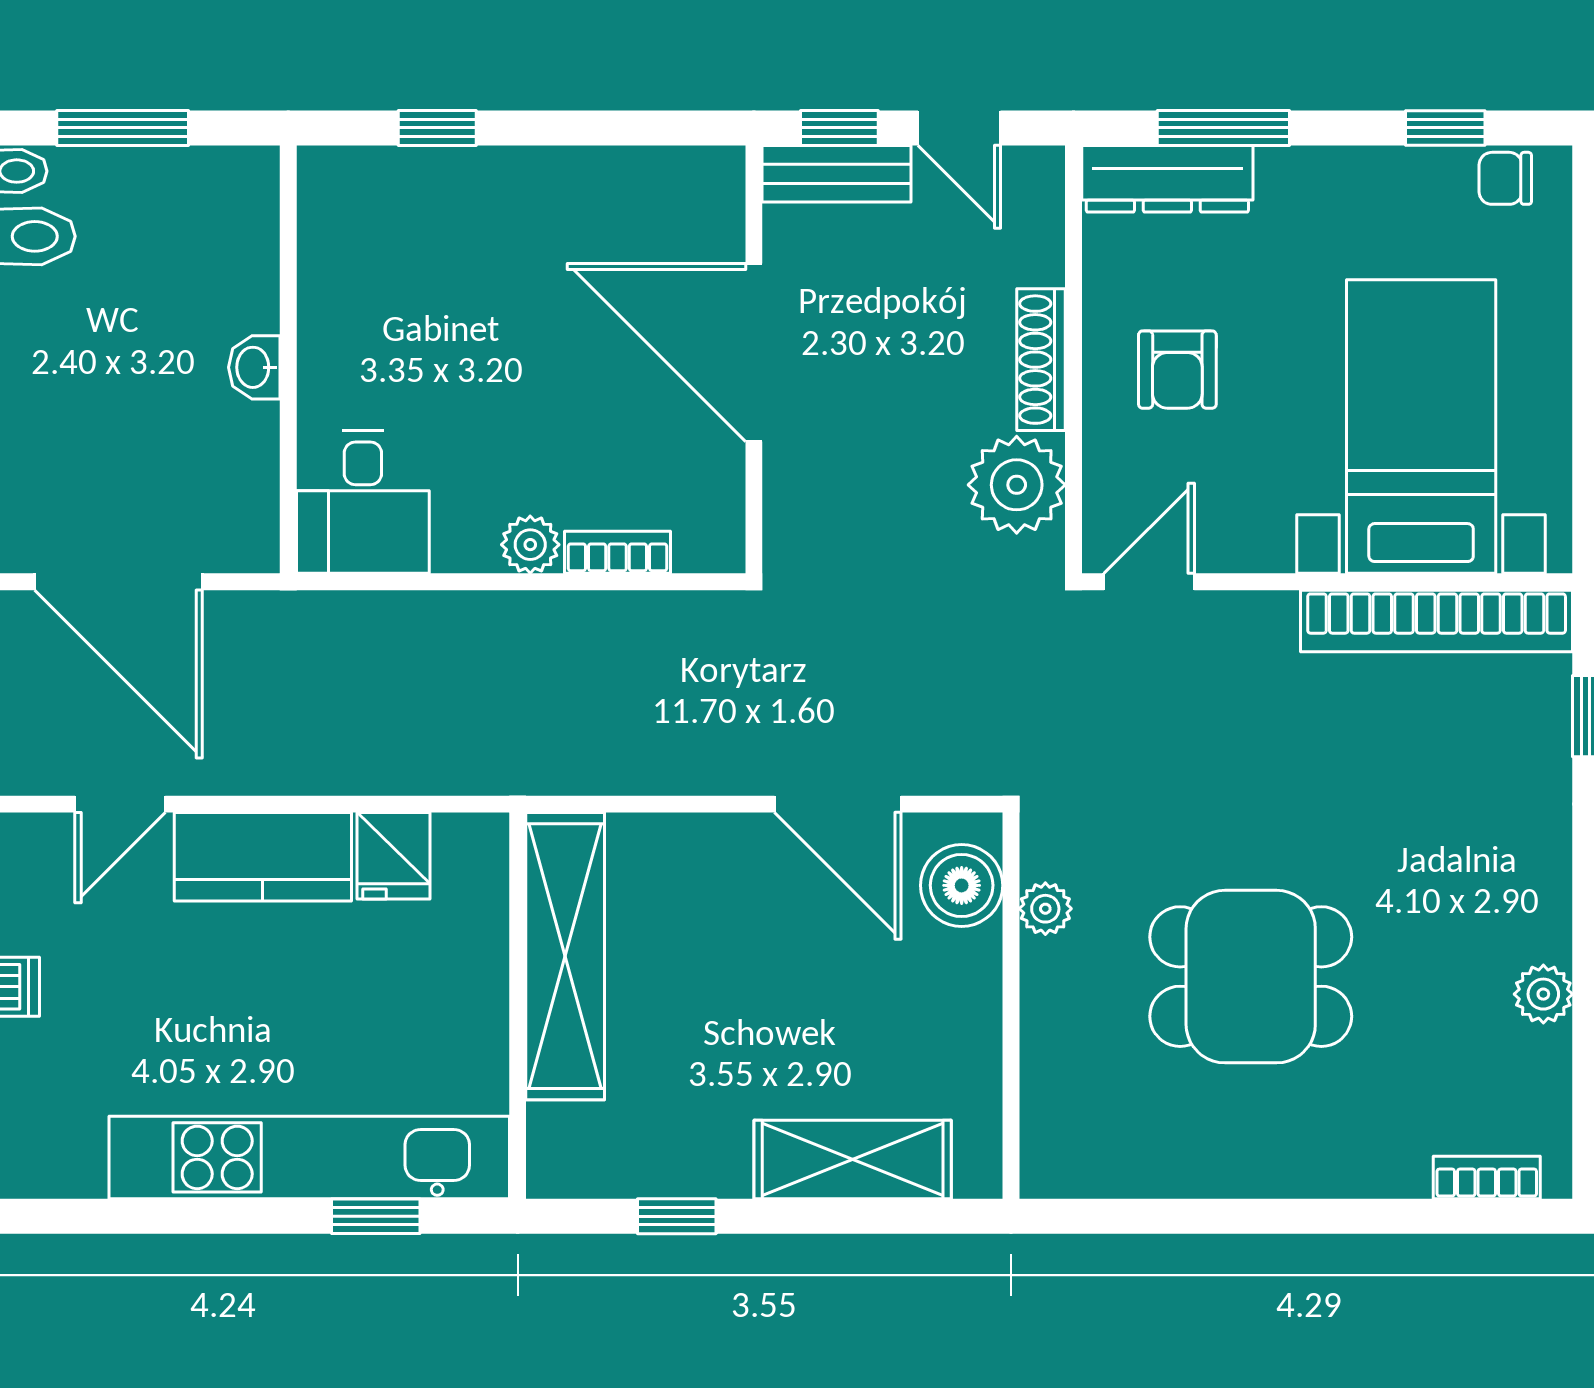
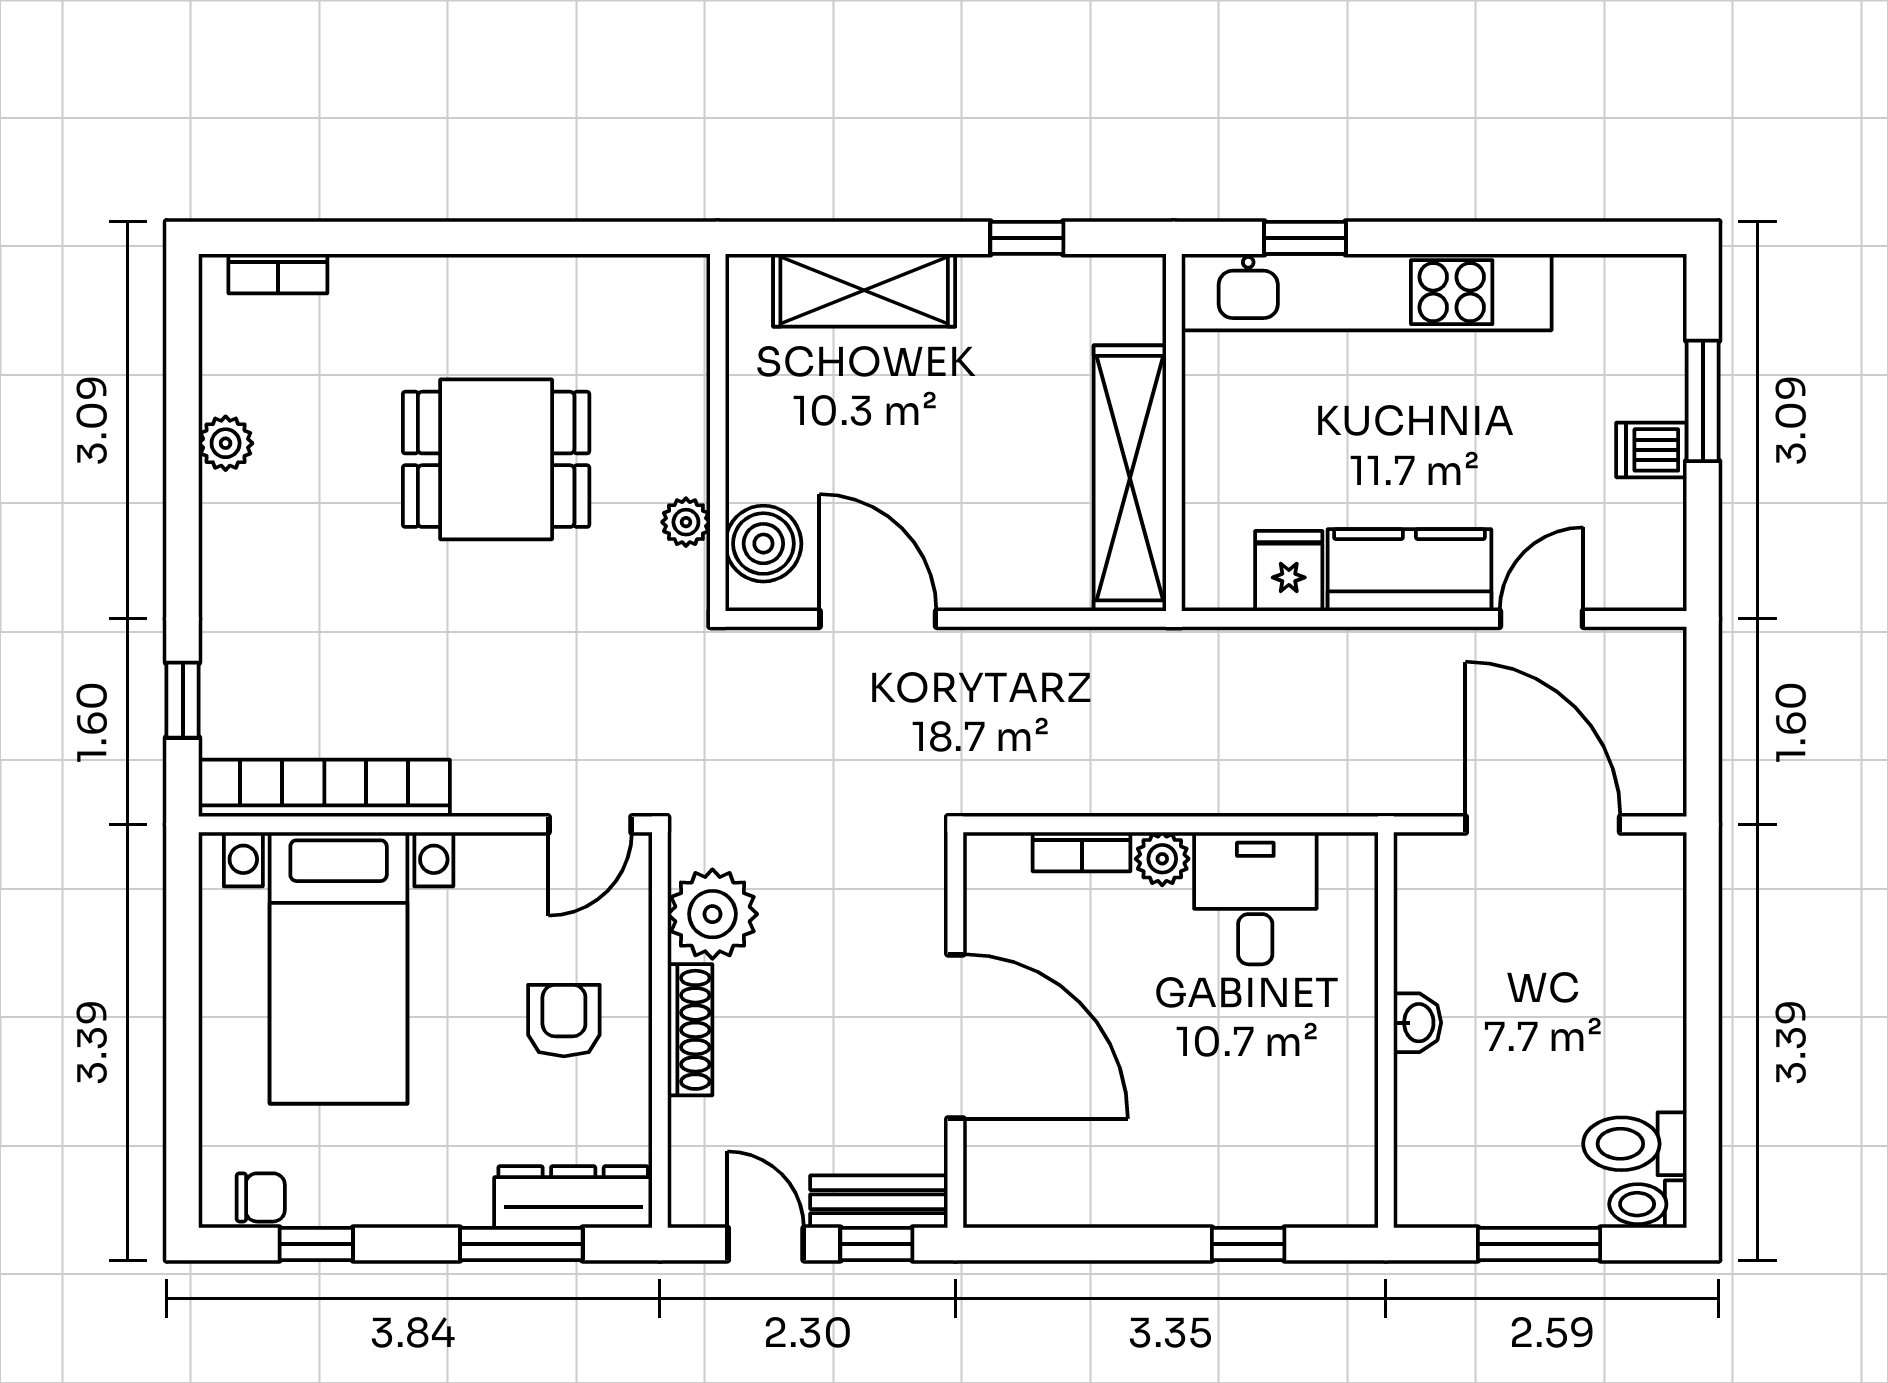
desk: (363, 502) -> (1255, 898), moved

